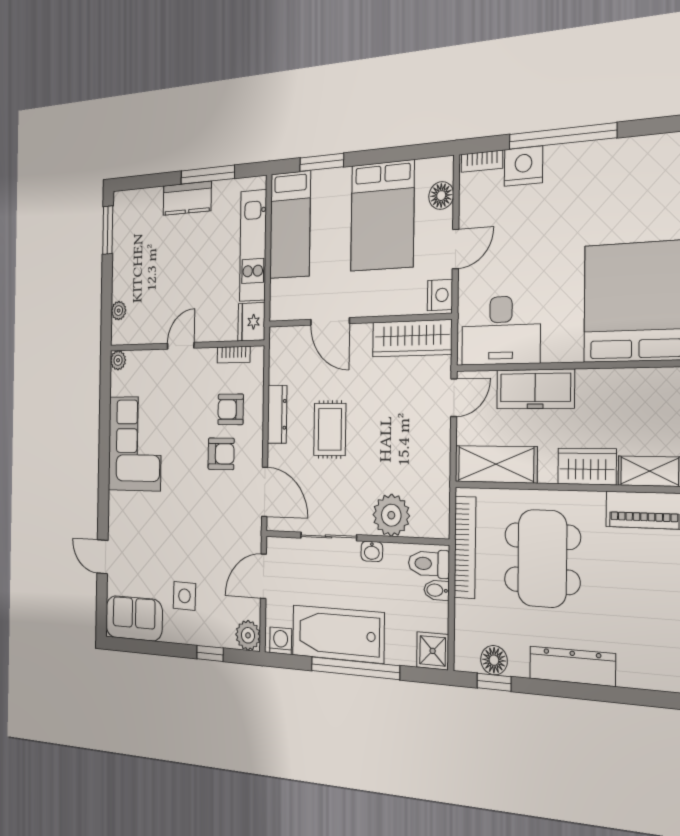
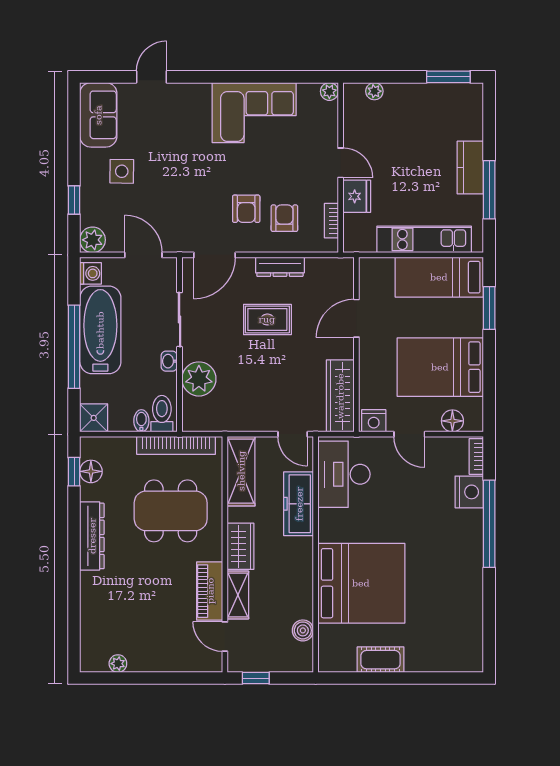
fridge: (251, 322) -> (357, 196), moved, turned 90

